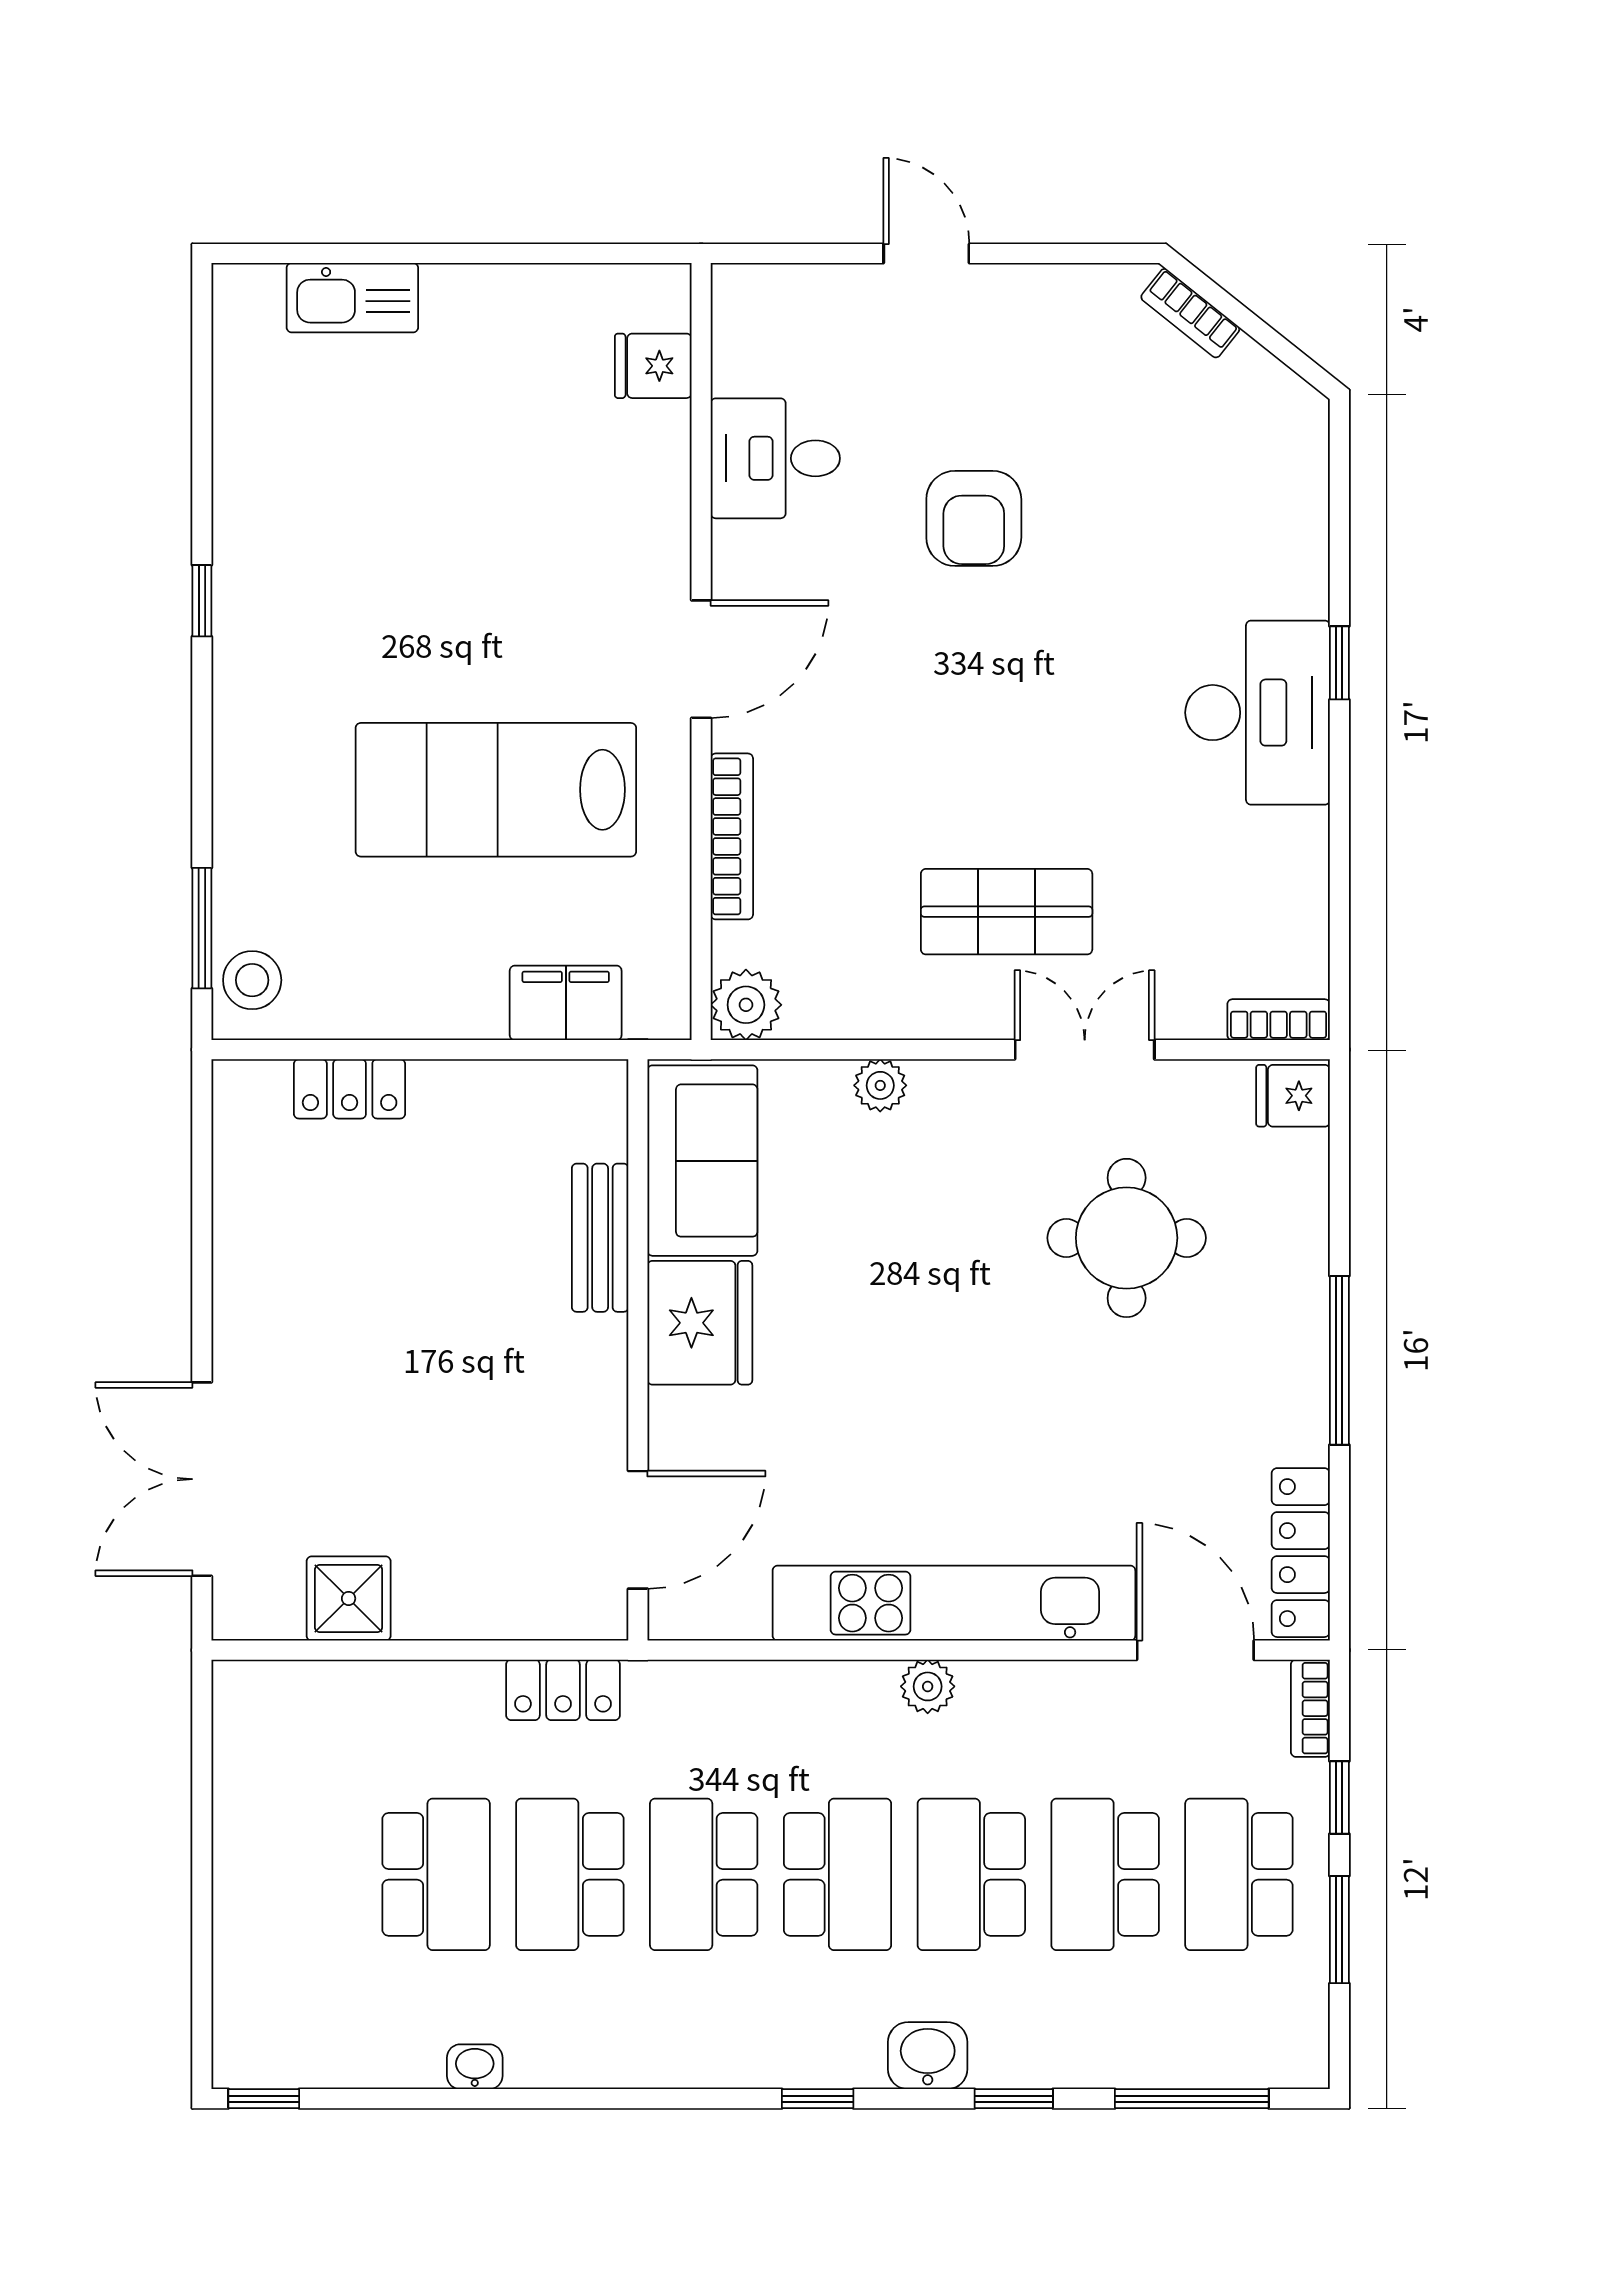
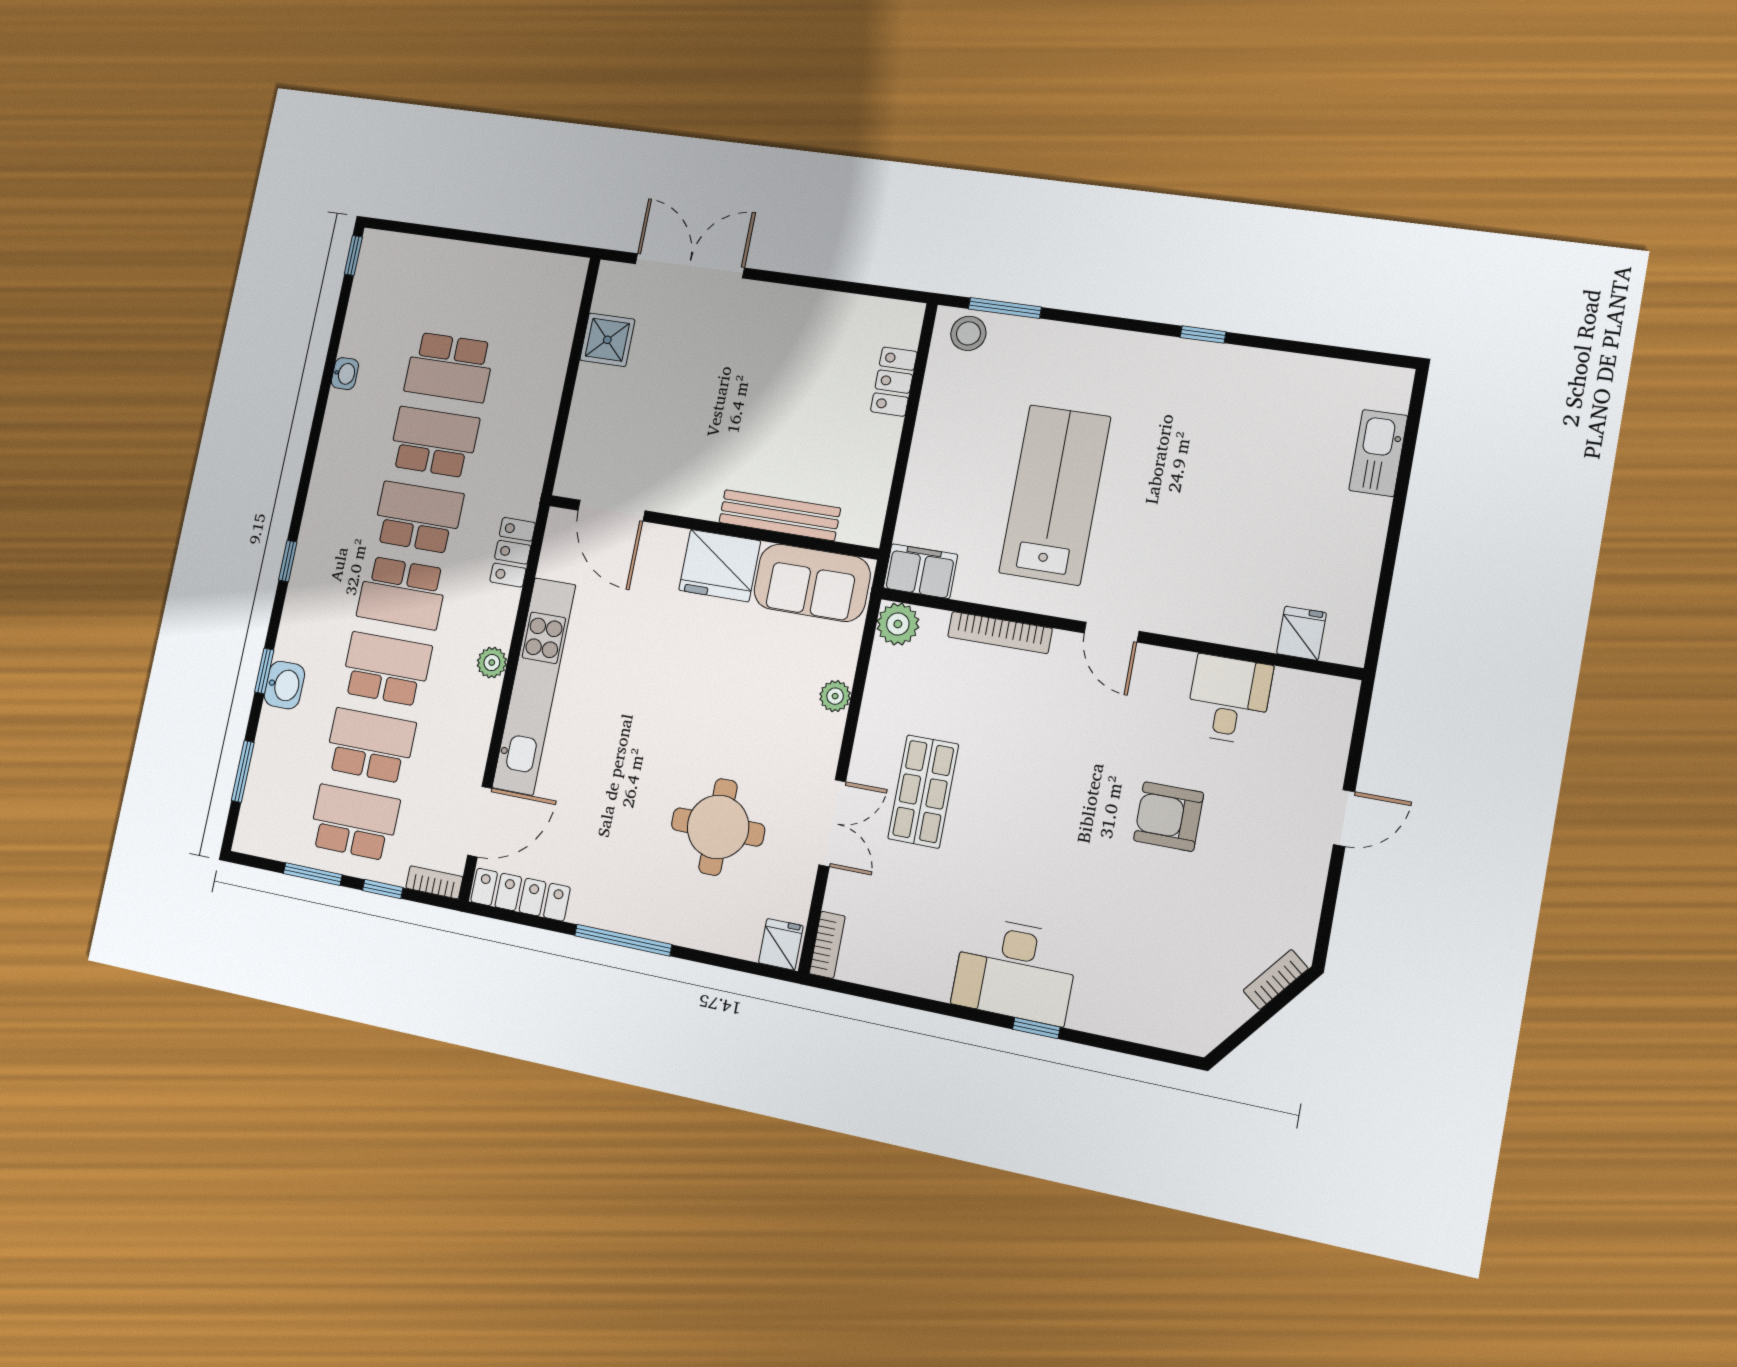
door: (701, 659) -> (1112, 632), width x0.73
filing cabinet: (566, 1003) -> (920, 571), moved, turned -90
bench: (600, 1238) -> (779, 515), width x1.36
locker: (563, 1690) -> (513, 552), moved
washbasin: (928, 2056) -> (284, 685), moved
window: (1192, 2099) -> (243, 772), width x0.69

